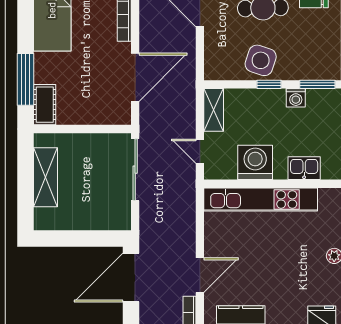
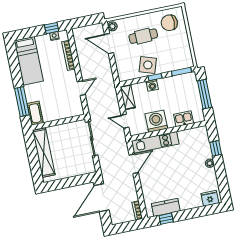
door: (135, 77) -> (81, 88), width x0.53
washing machine: (296, 98) -> (152, 85), moved
shelving: (46, 177) -> (44, 153), width x1.47
kitchen unit: (261, 199) -> (155, 142), width x0.73
door: (200, 275) -> (134, 164), moved

